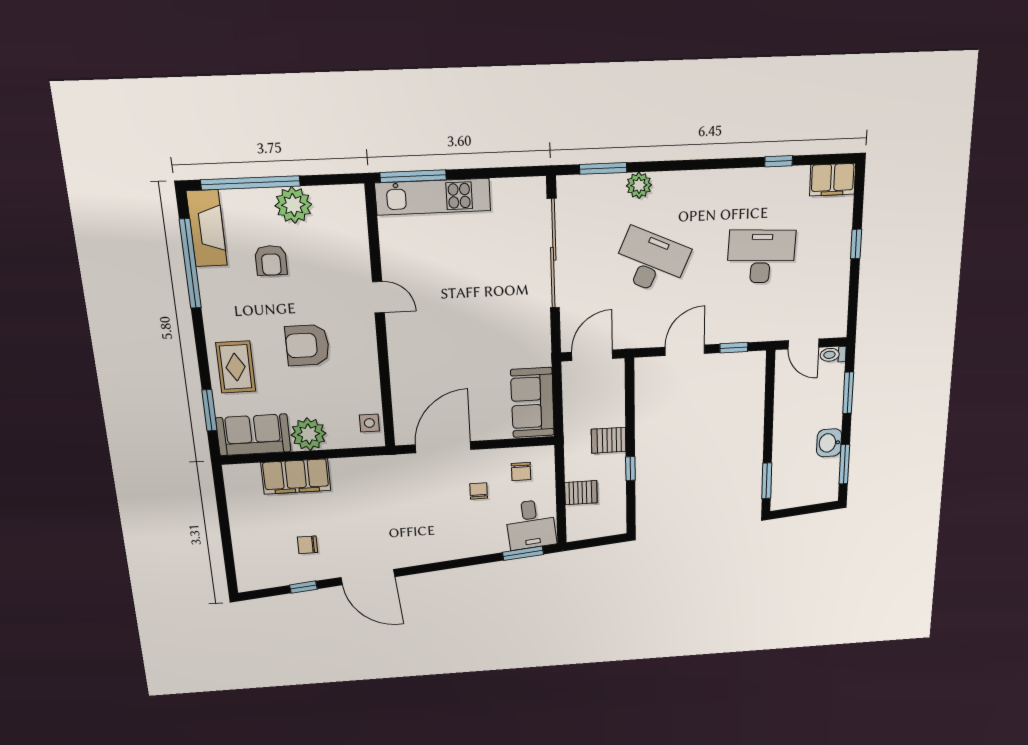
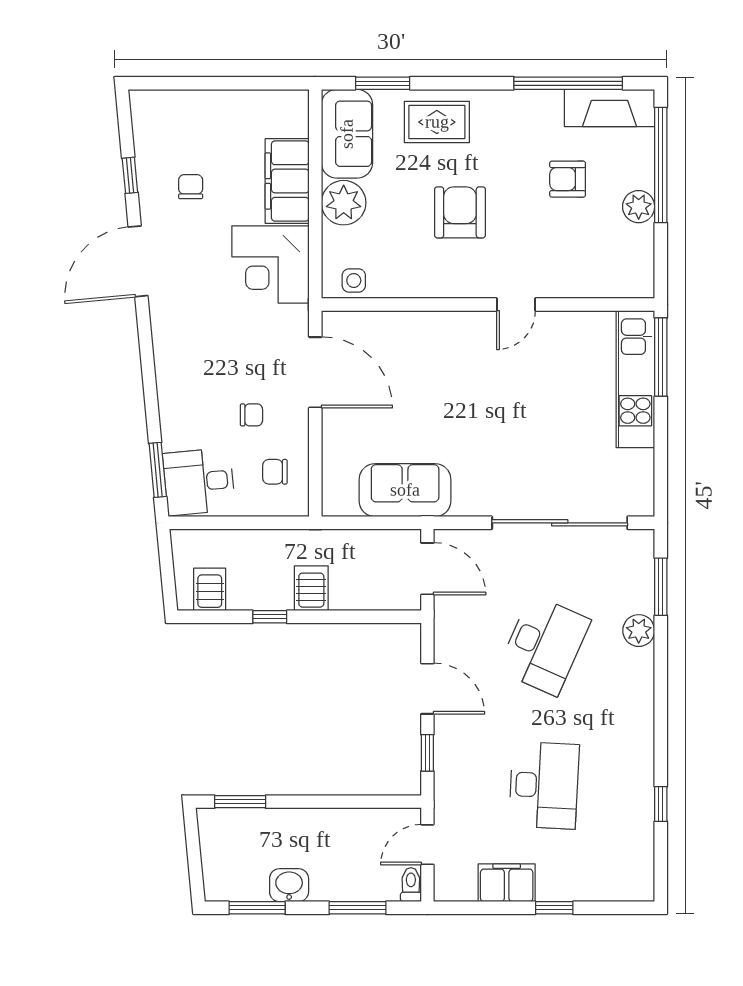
filing cabinet: (833, 180) -> (507, 883), moved, turned 90
plant: (293, 205) -> (639, 207), width x0.73, depth x0.73
sofa: (532, 403) -> (405, 490), moved
corner desk: (362, 485) -> (270, 265), added
server rack: (581, 493) -> (210, 589), moved, turned 180

